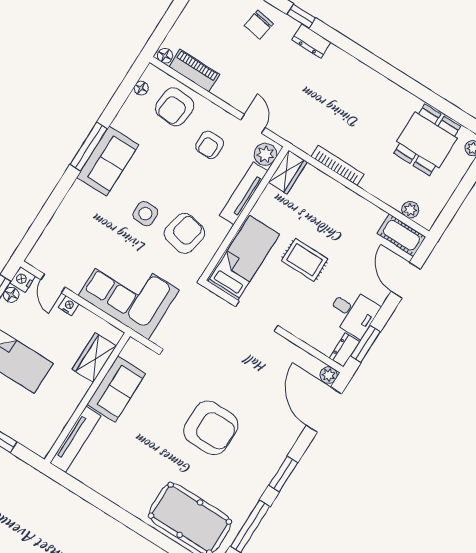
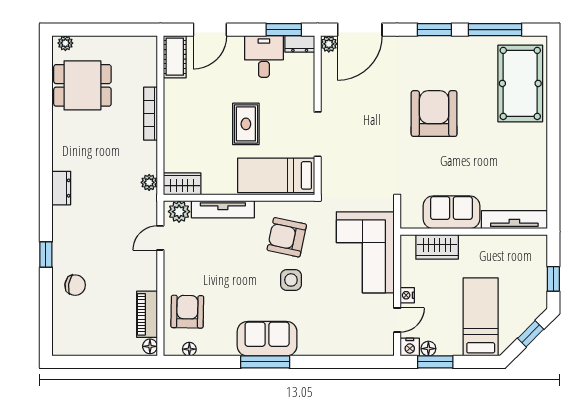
dresser: (311, 41) -> (61, 188), moved
armchair: (175, 107) -> (187, 312), turned -94
armchair: (210, 145) -> (201, 263), removed
bookcase: (338, 165) -> (151, 114), moved
plant: (410, 210) -> (149, 182), moved

